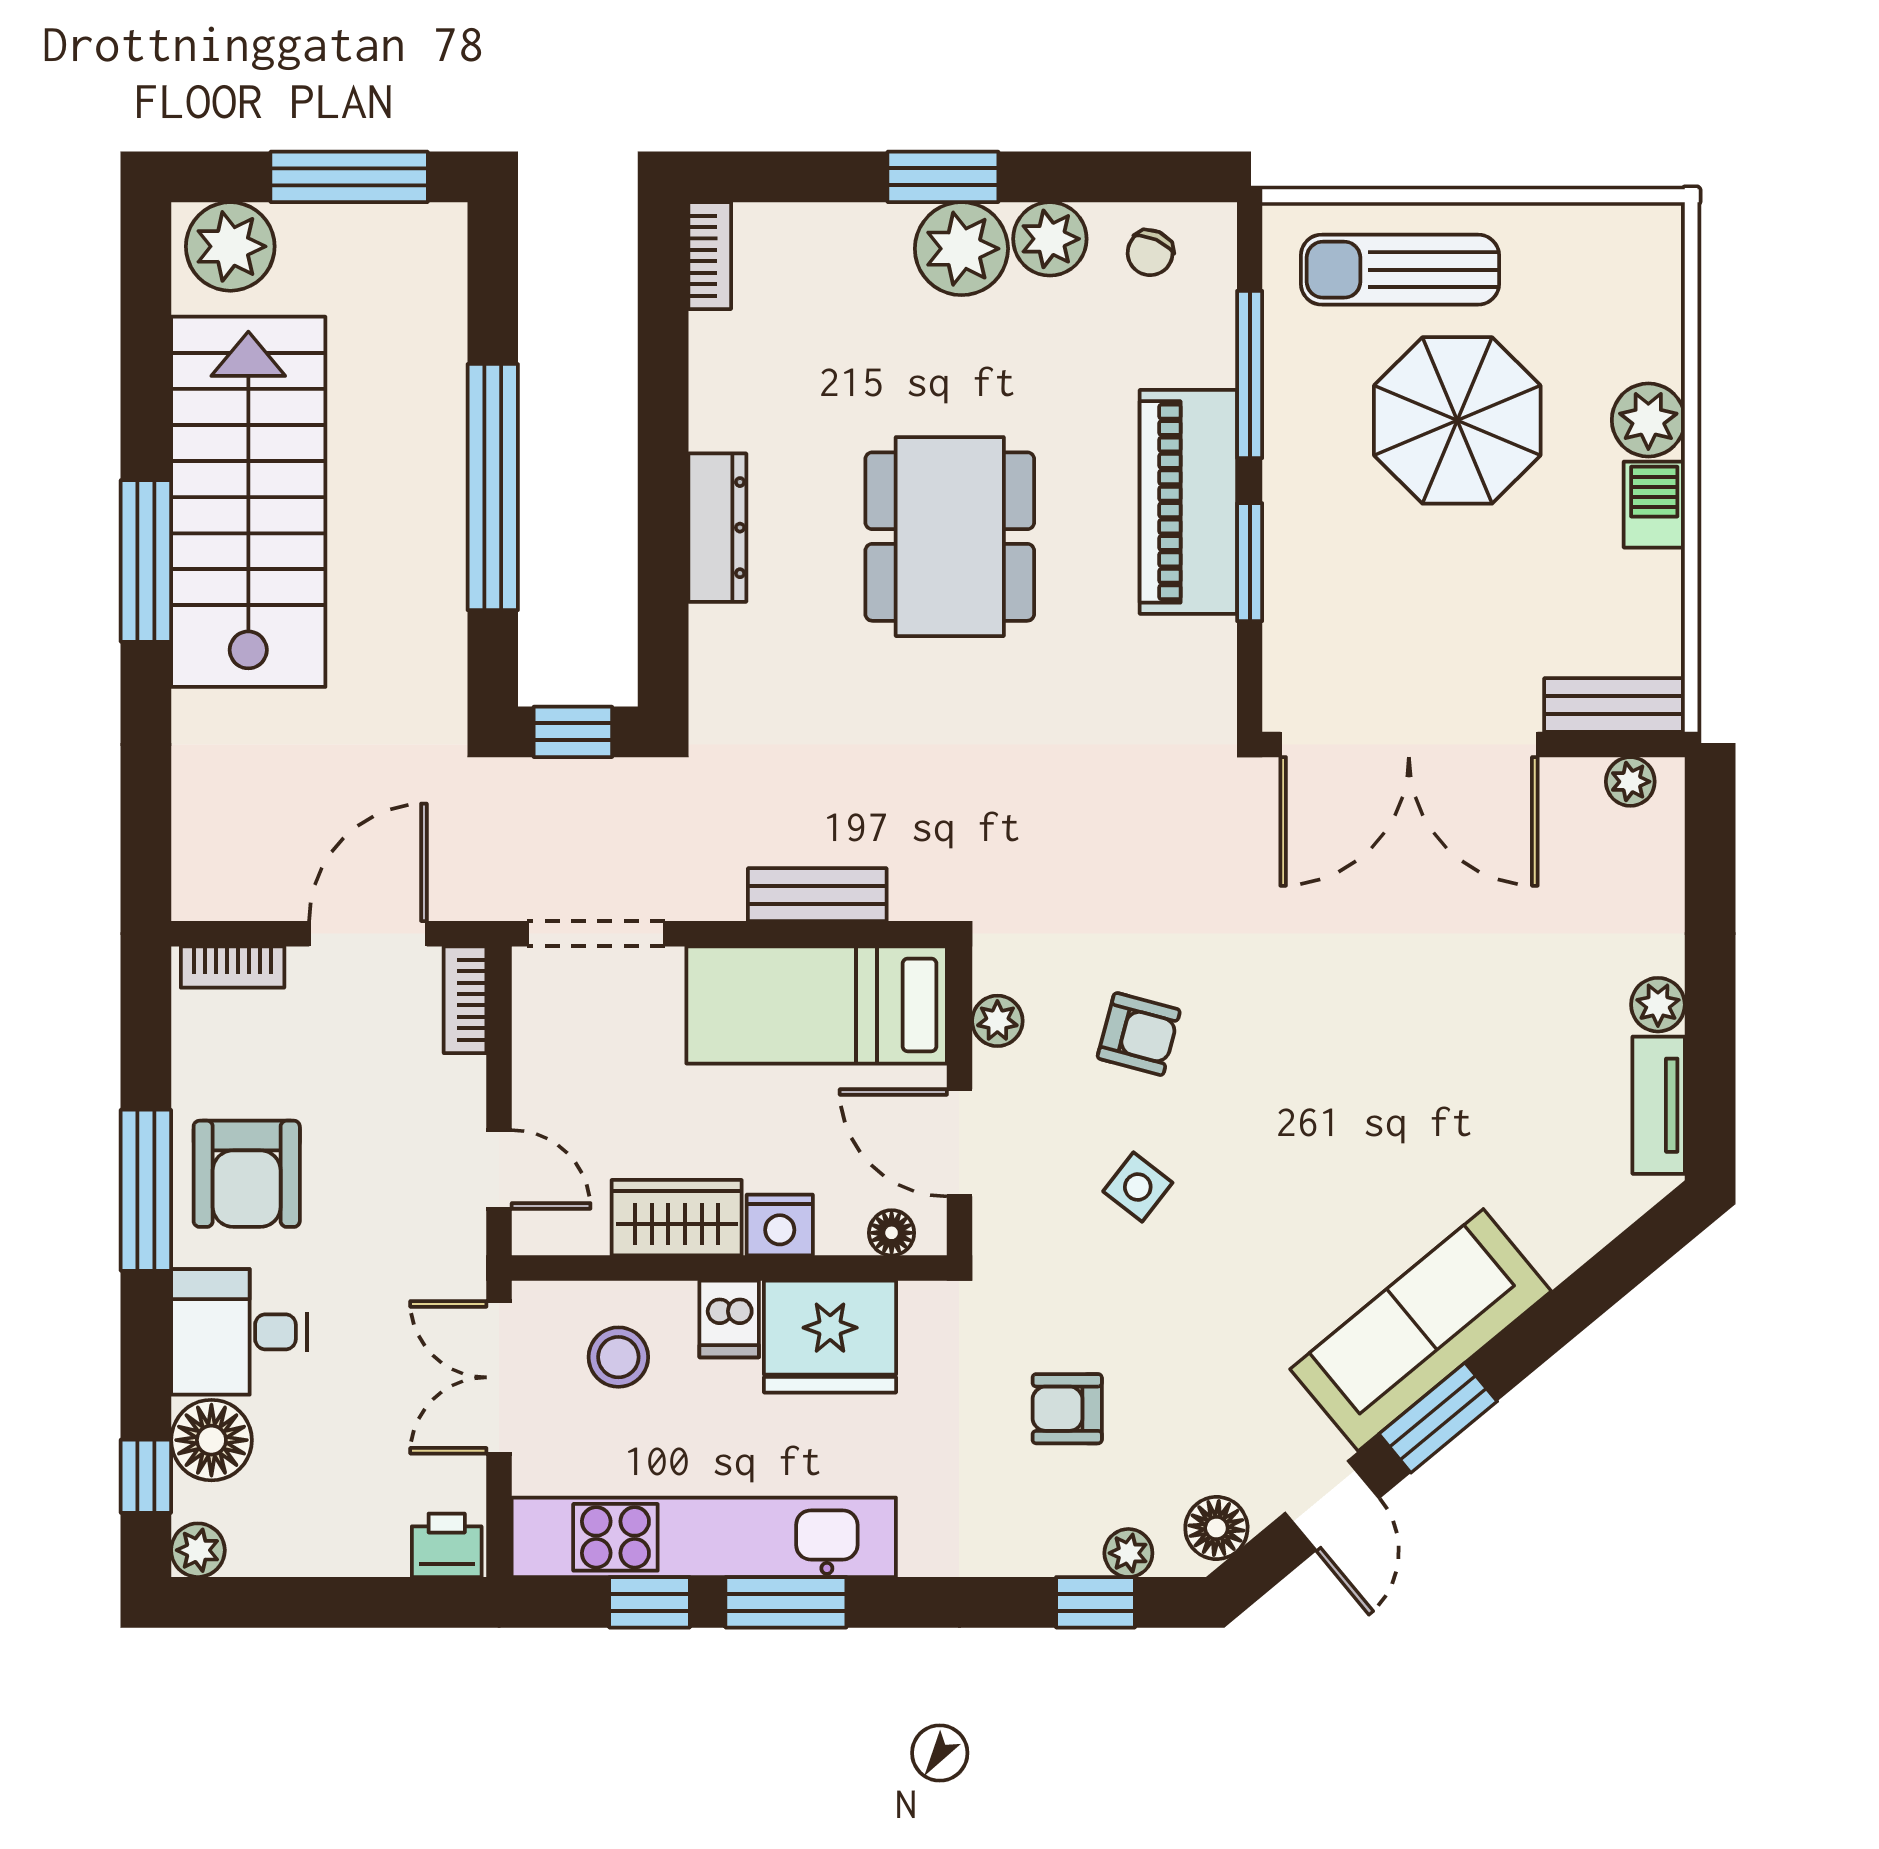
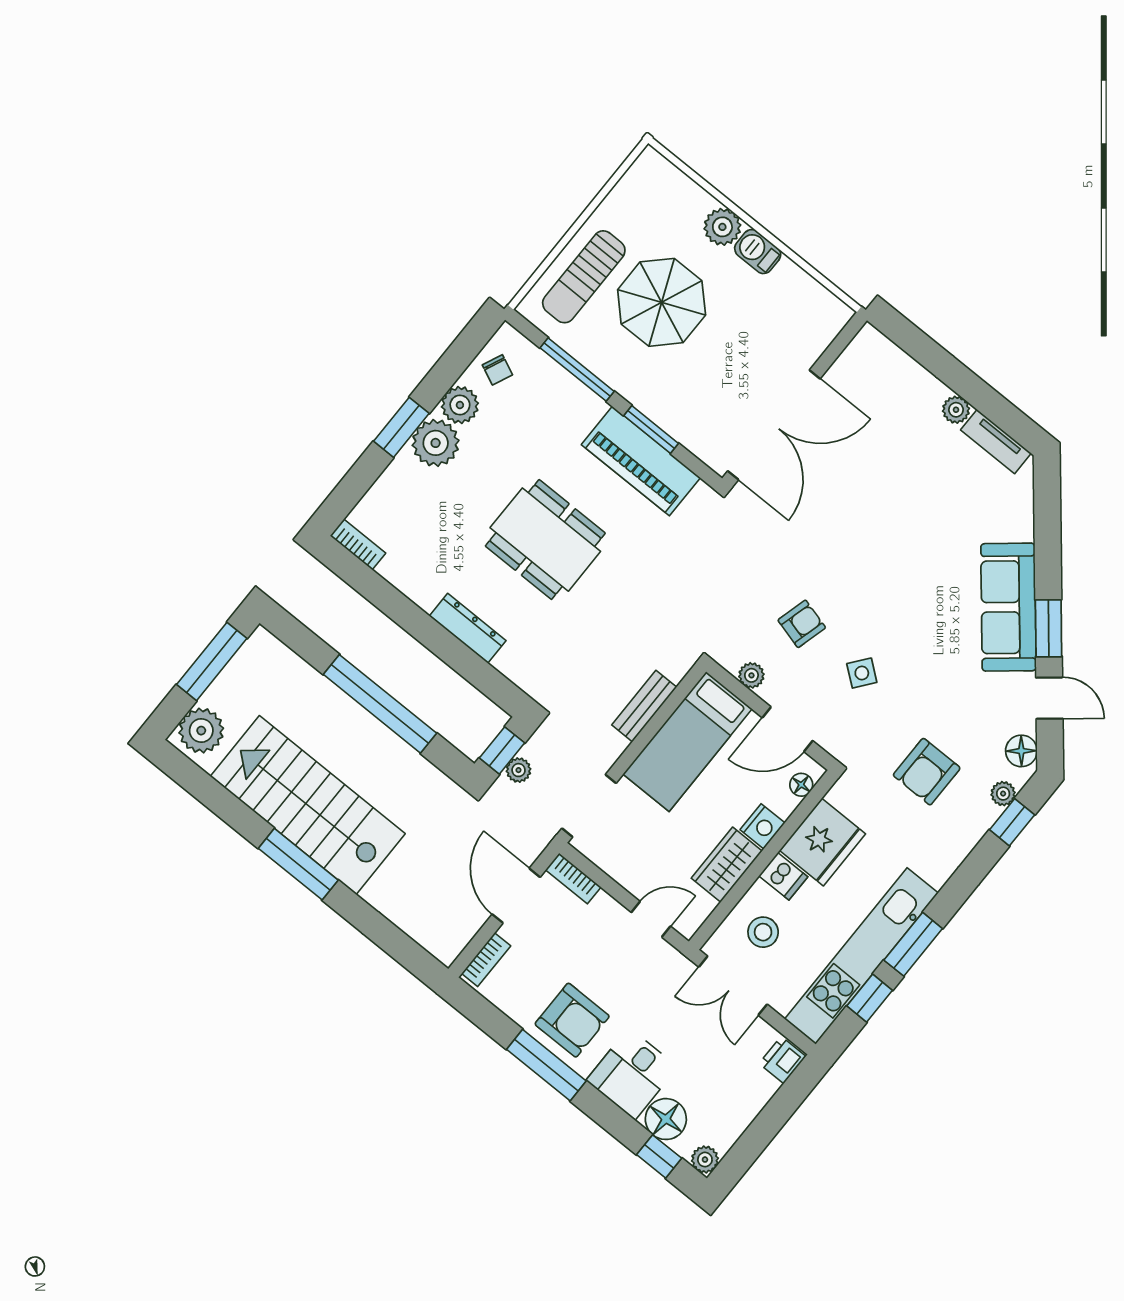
piano: (1188, 502) -> (641, 461), moved
bench: (1614, 705) -> (824, 331), removed
plant: (1630, 782) -> (519, 770), moved
armchair: (1067, 1409) -> (927, 772), width x1.38, depth x1.38

